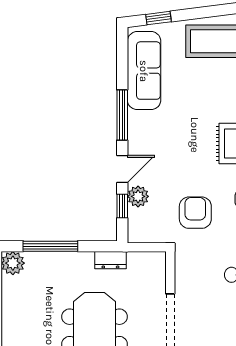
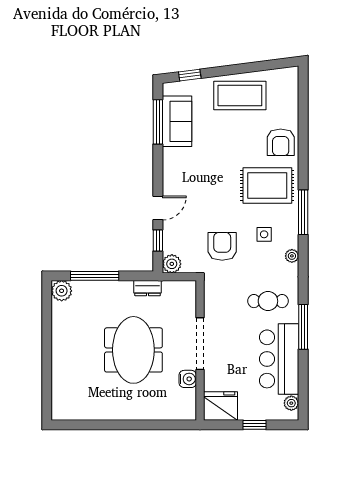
sofa: (144, 71) -> (177, 121), width x0.73
window: (122, 115) -> (158, 122), moved
plant: (138, 196) -> (172, 264), moved

